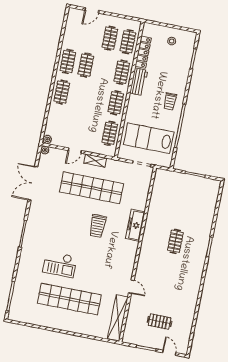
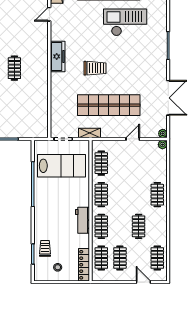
door: (92, 10) -> (143, 282), hinge flipped
locker: (143, 52) -> (84, 265), moved
clothes rail: (68, 62) -> (157, 258), moved
trolley: (170, 101) -> (45, 248), moved
shelving: (95, 161) -> (90, 133), moved
freezer: (135, 225) -> (58, 56), moved
trolley: (98, 226) -> (95, 68), turned 90
checkout: (60, 264) -> (125, 22), width x1.36, depth x1.21
door: (131, 287) -> (49, 14), hinge flipped

